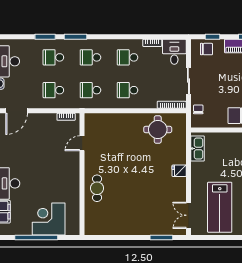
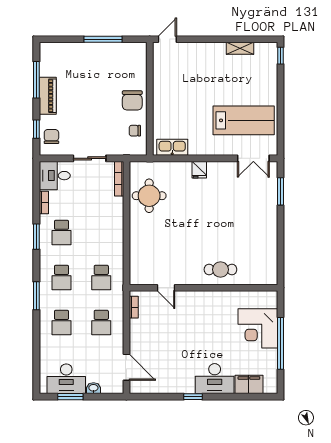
window: (45, 37) -> (36, 237), moved
school desk: (128, 90) -> (101, 232), removed
chair: (198, 109) -> (135, 131), moved

